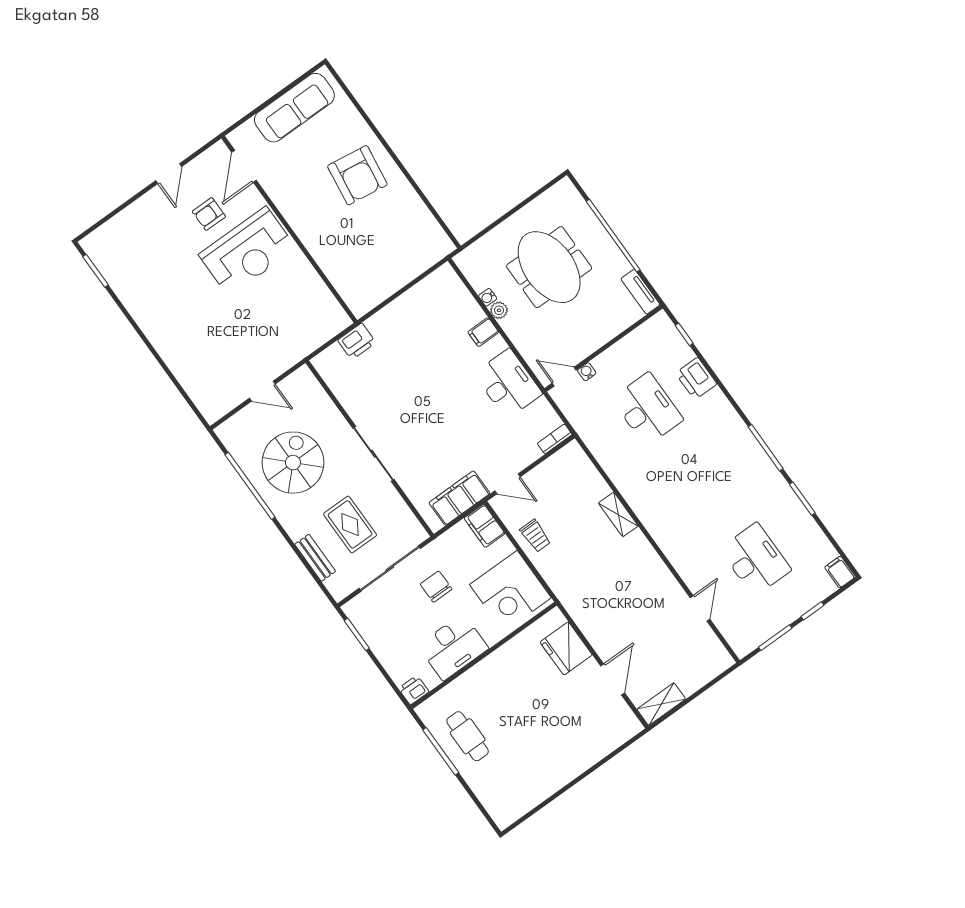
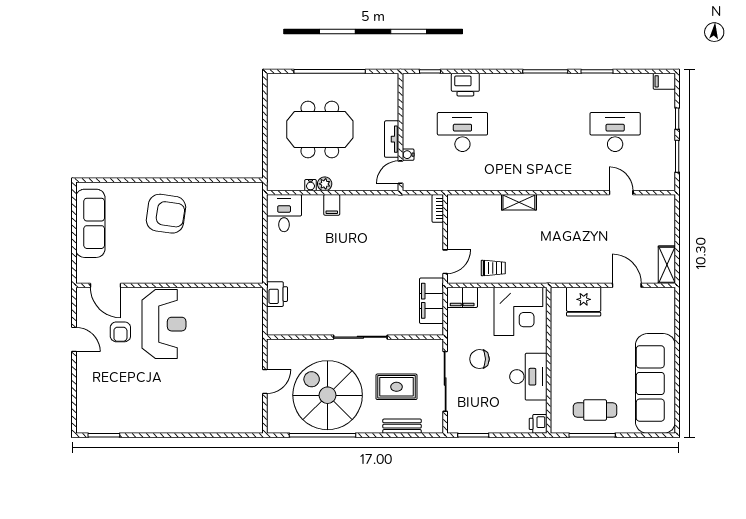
tv unit: (640, 292) -> (392, 139), moved, turned 90
desk: (508, 384) -> (284, 213), moved, width x0.73
spiral stairs: (293, 463) -> (328, 395), width x1.37, depth x1.37
sofa: (536, 777) -> (655, 383), added

